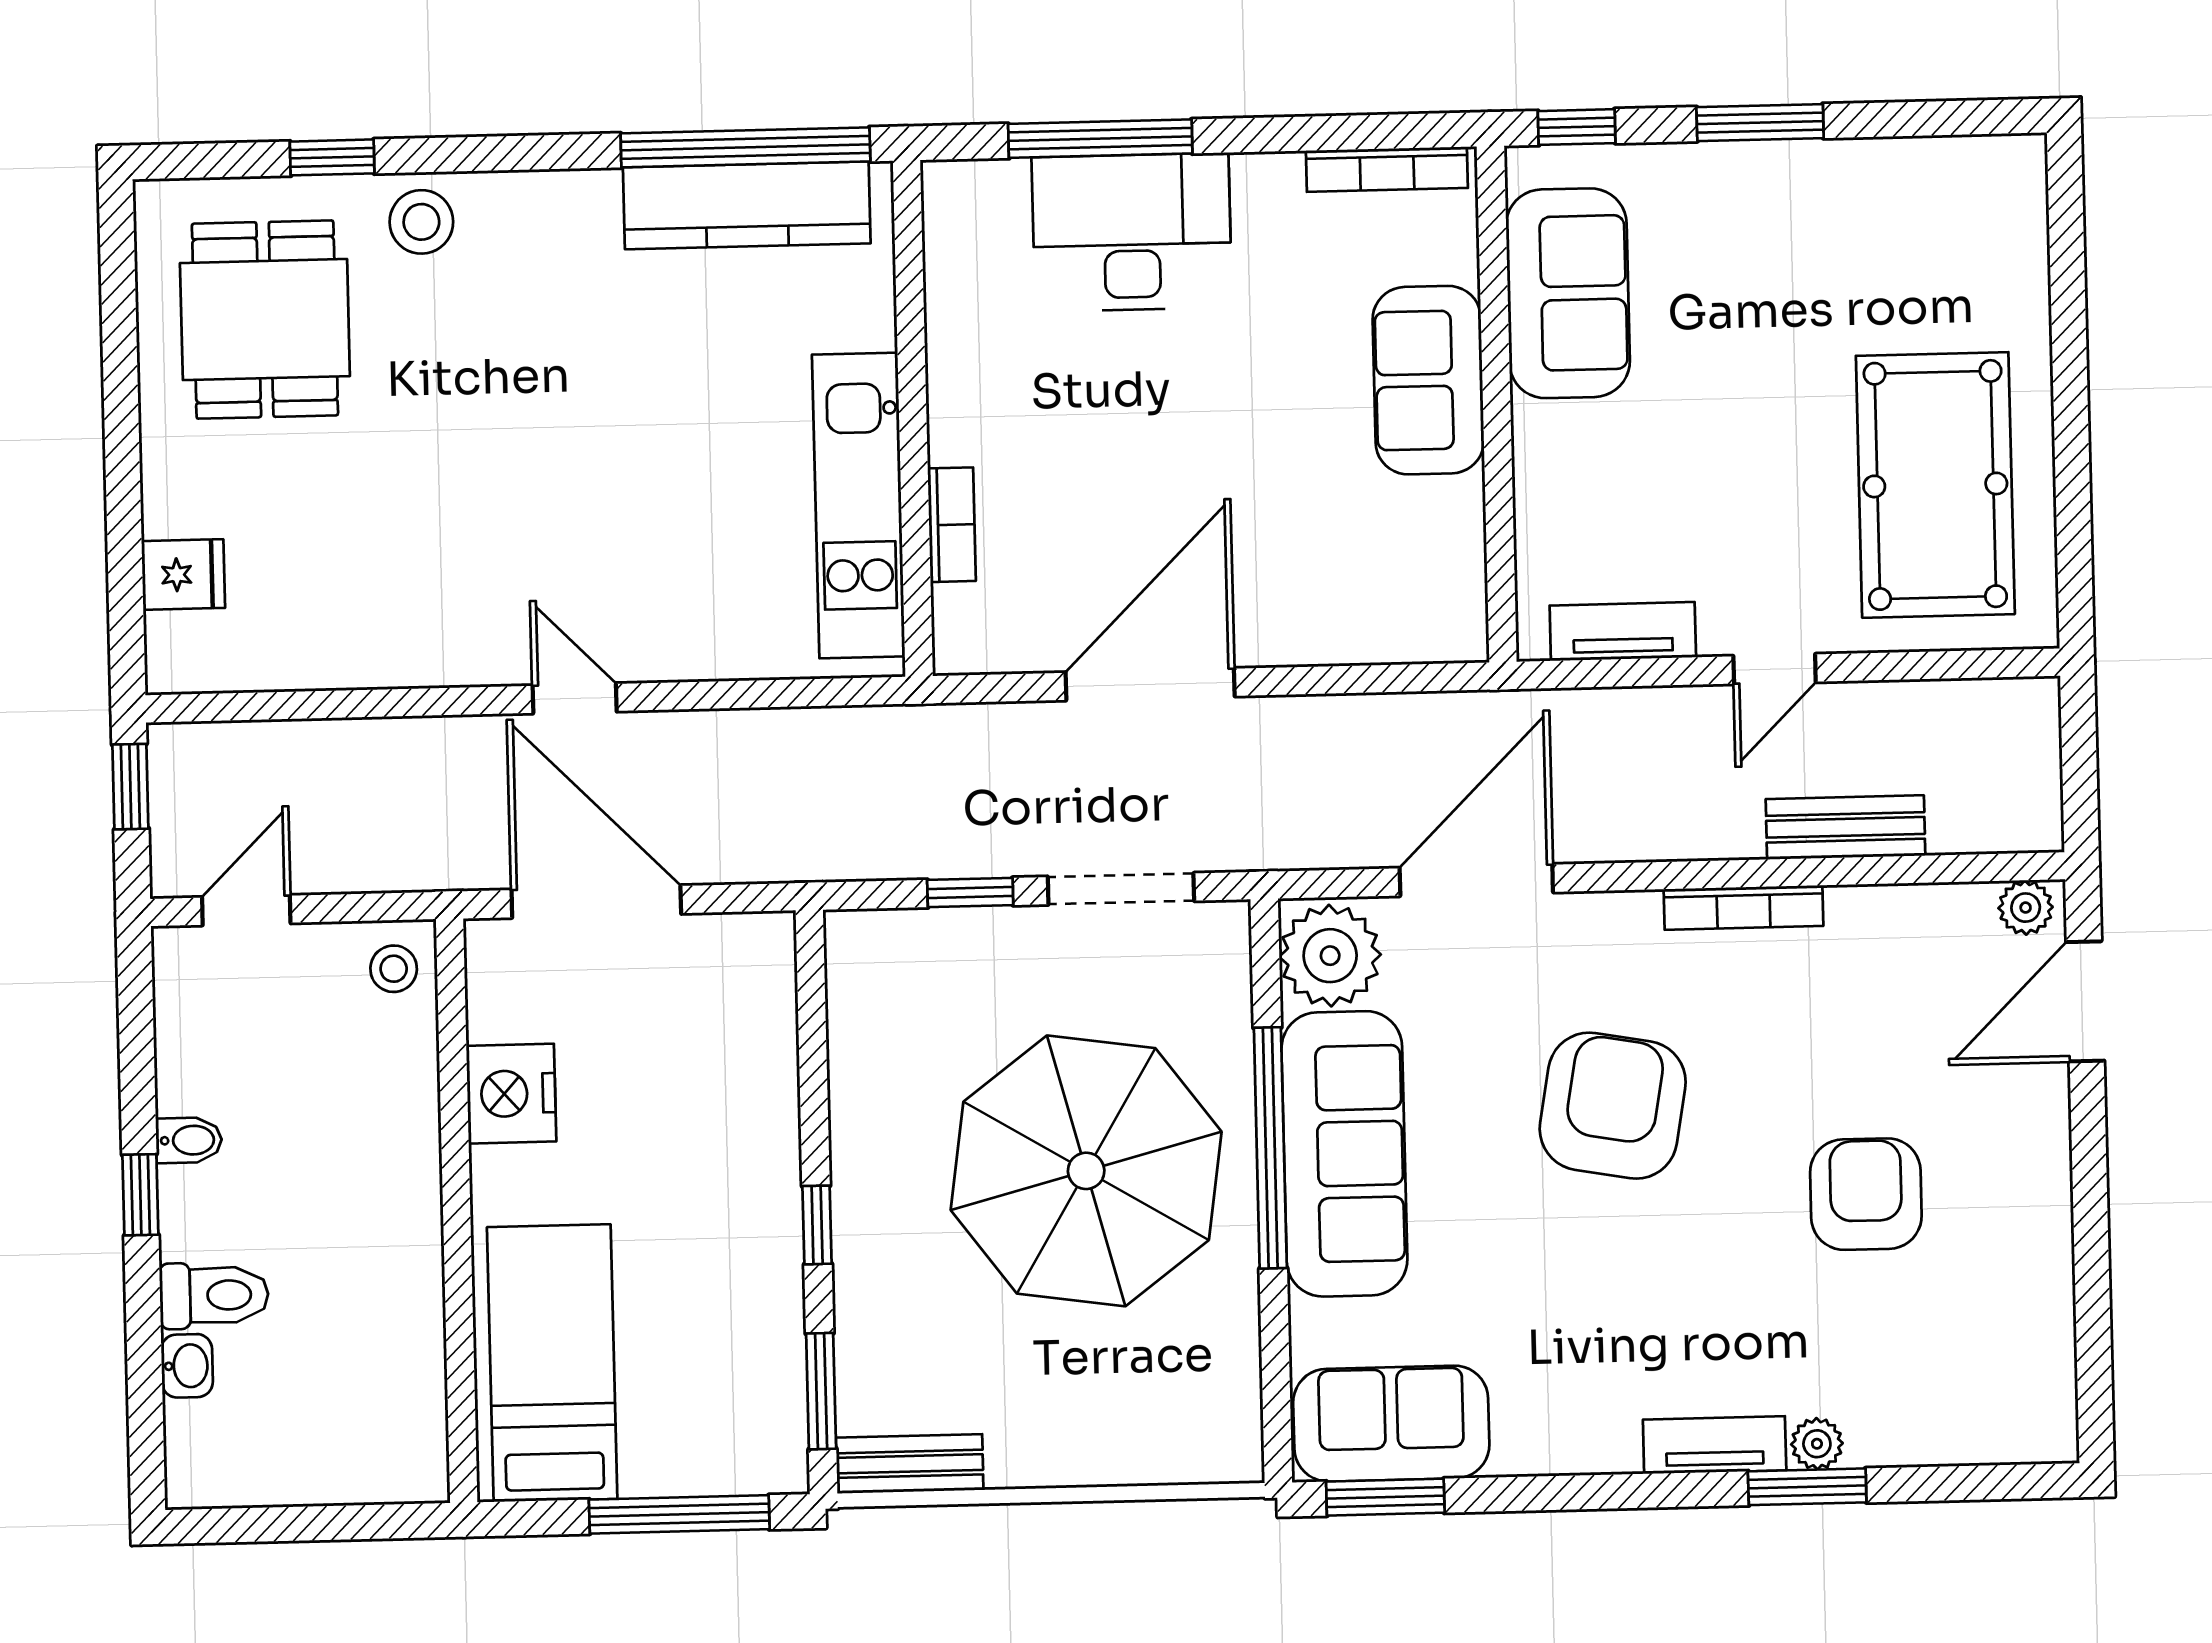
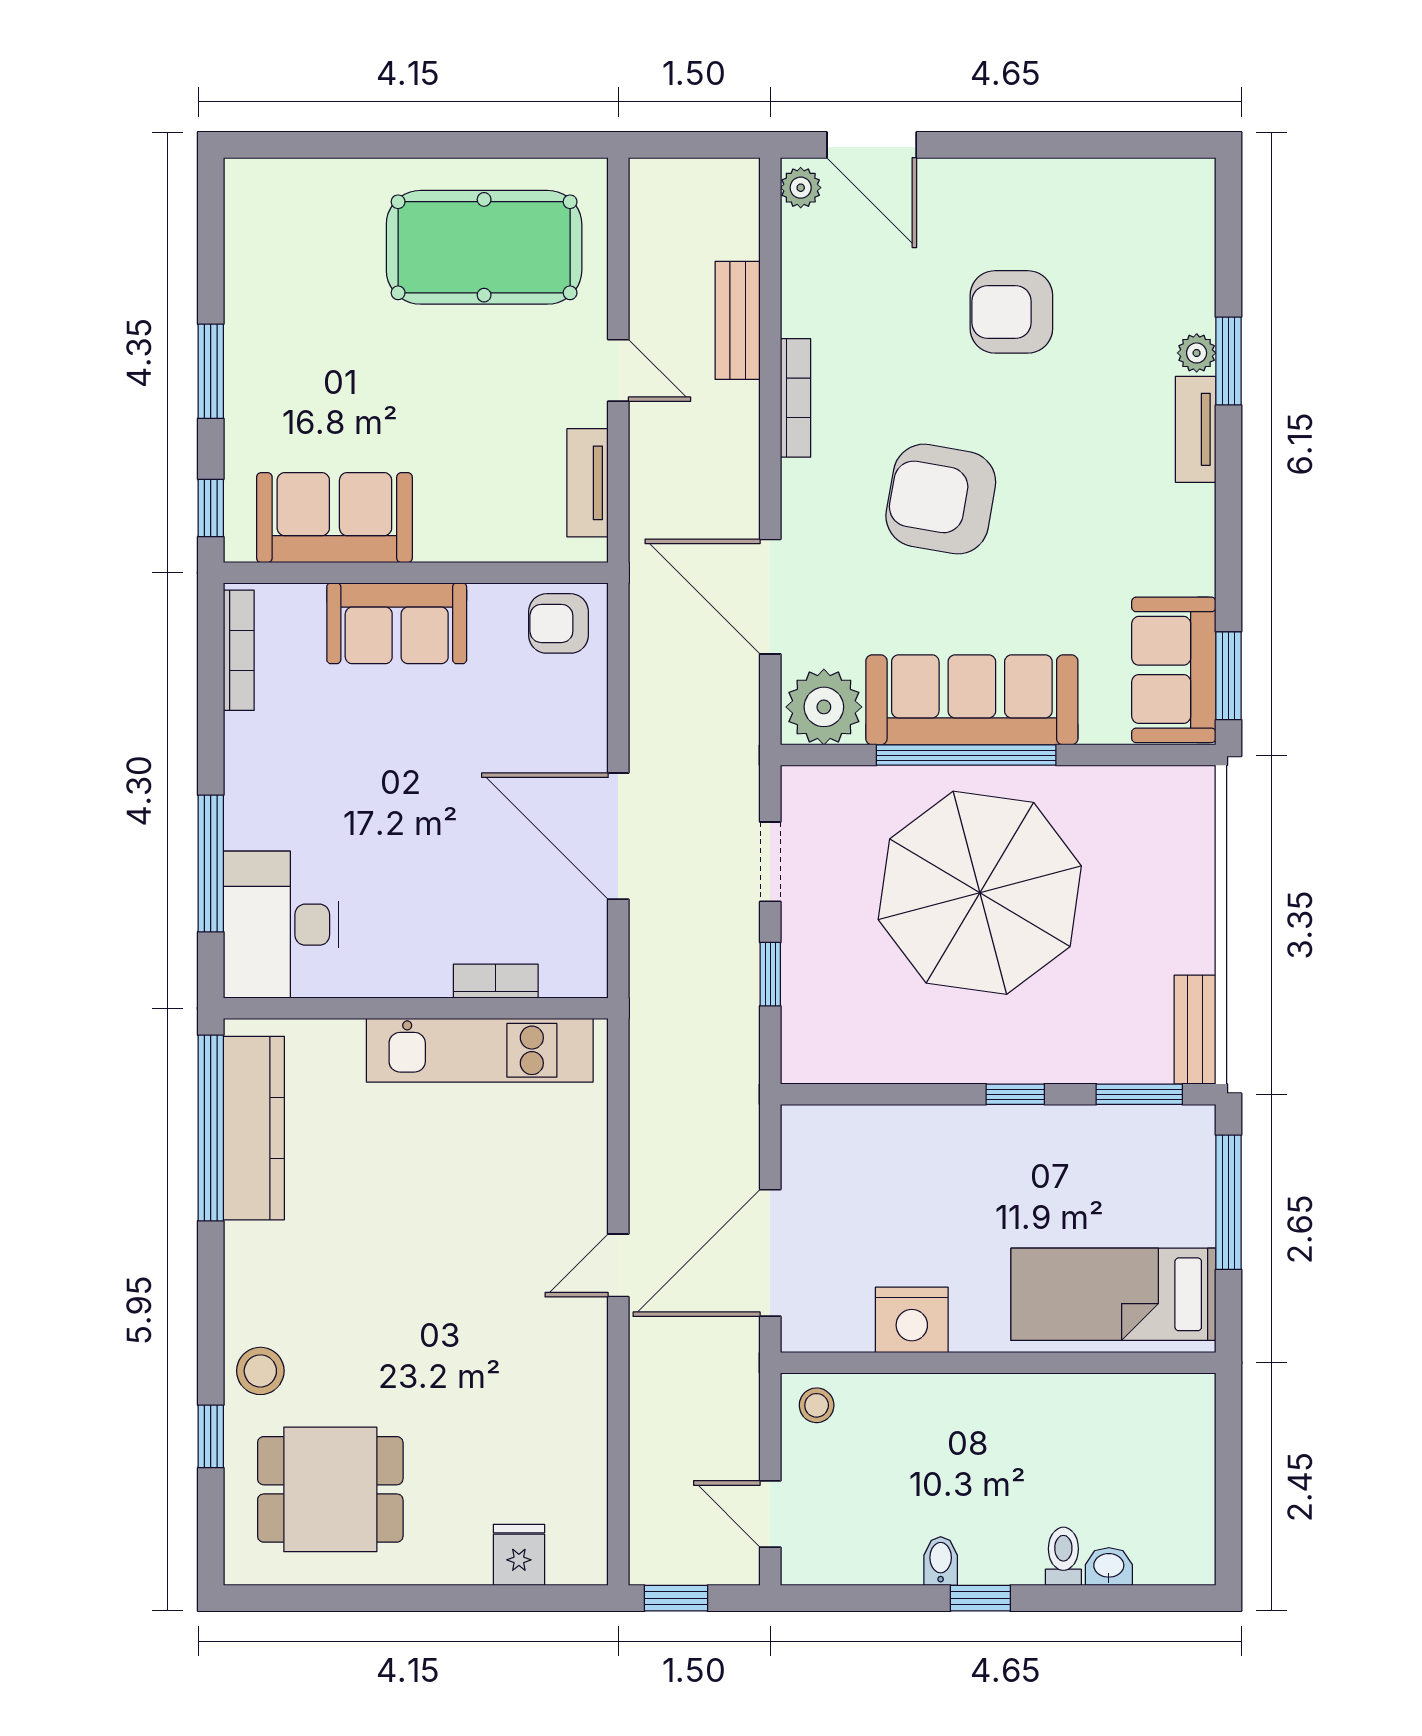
desk: (1132, 232) -> (281, 925), moved
armchair: (1433, 597) -> (559, 623), added
doorway: (1121, 889) -> (770, 862), width x0.73
toilet: (214, 1295) -> (1063, 1556), width x0.73, depth x0.72

